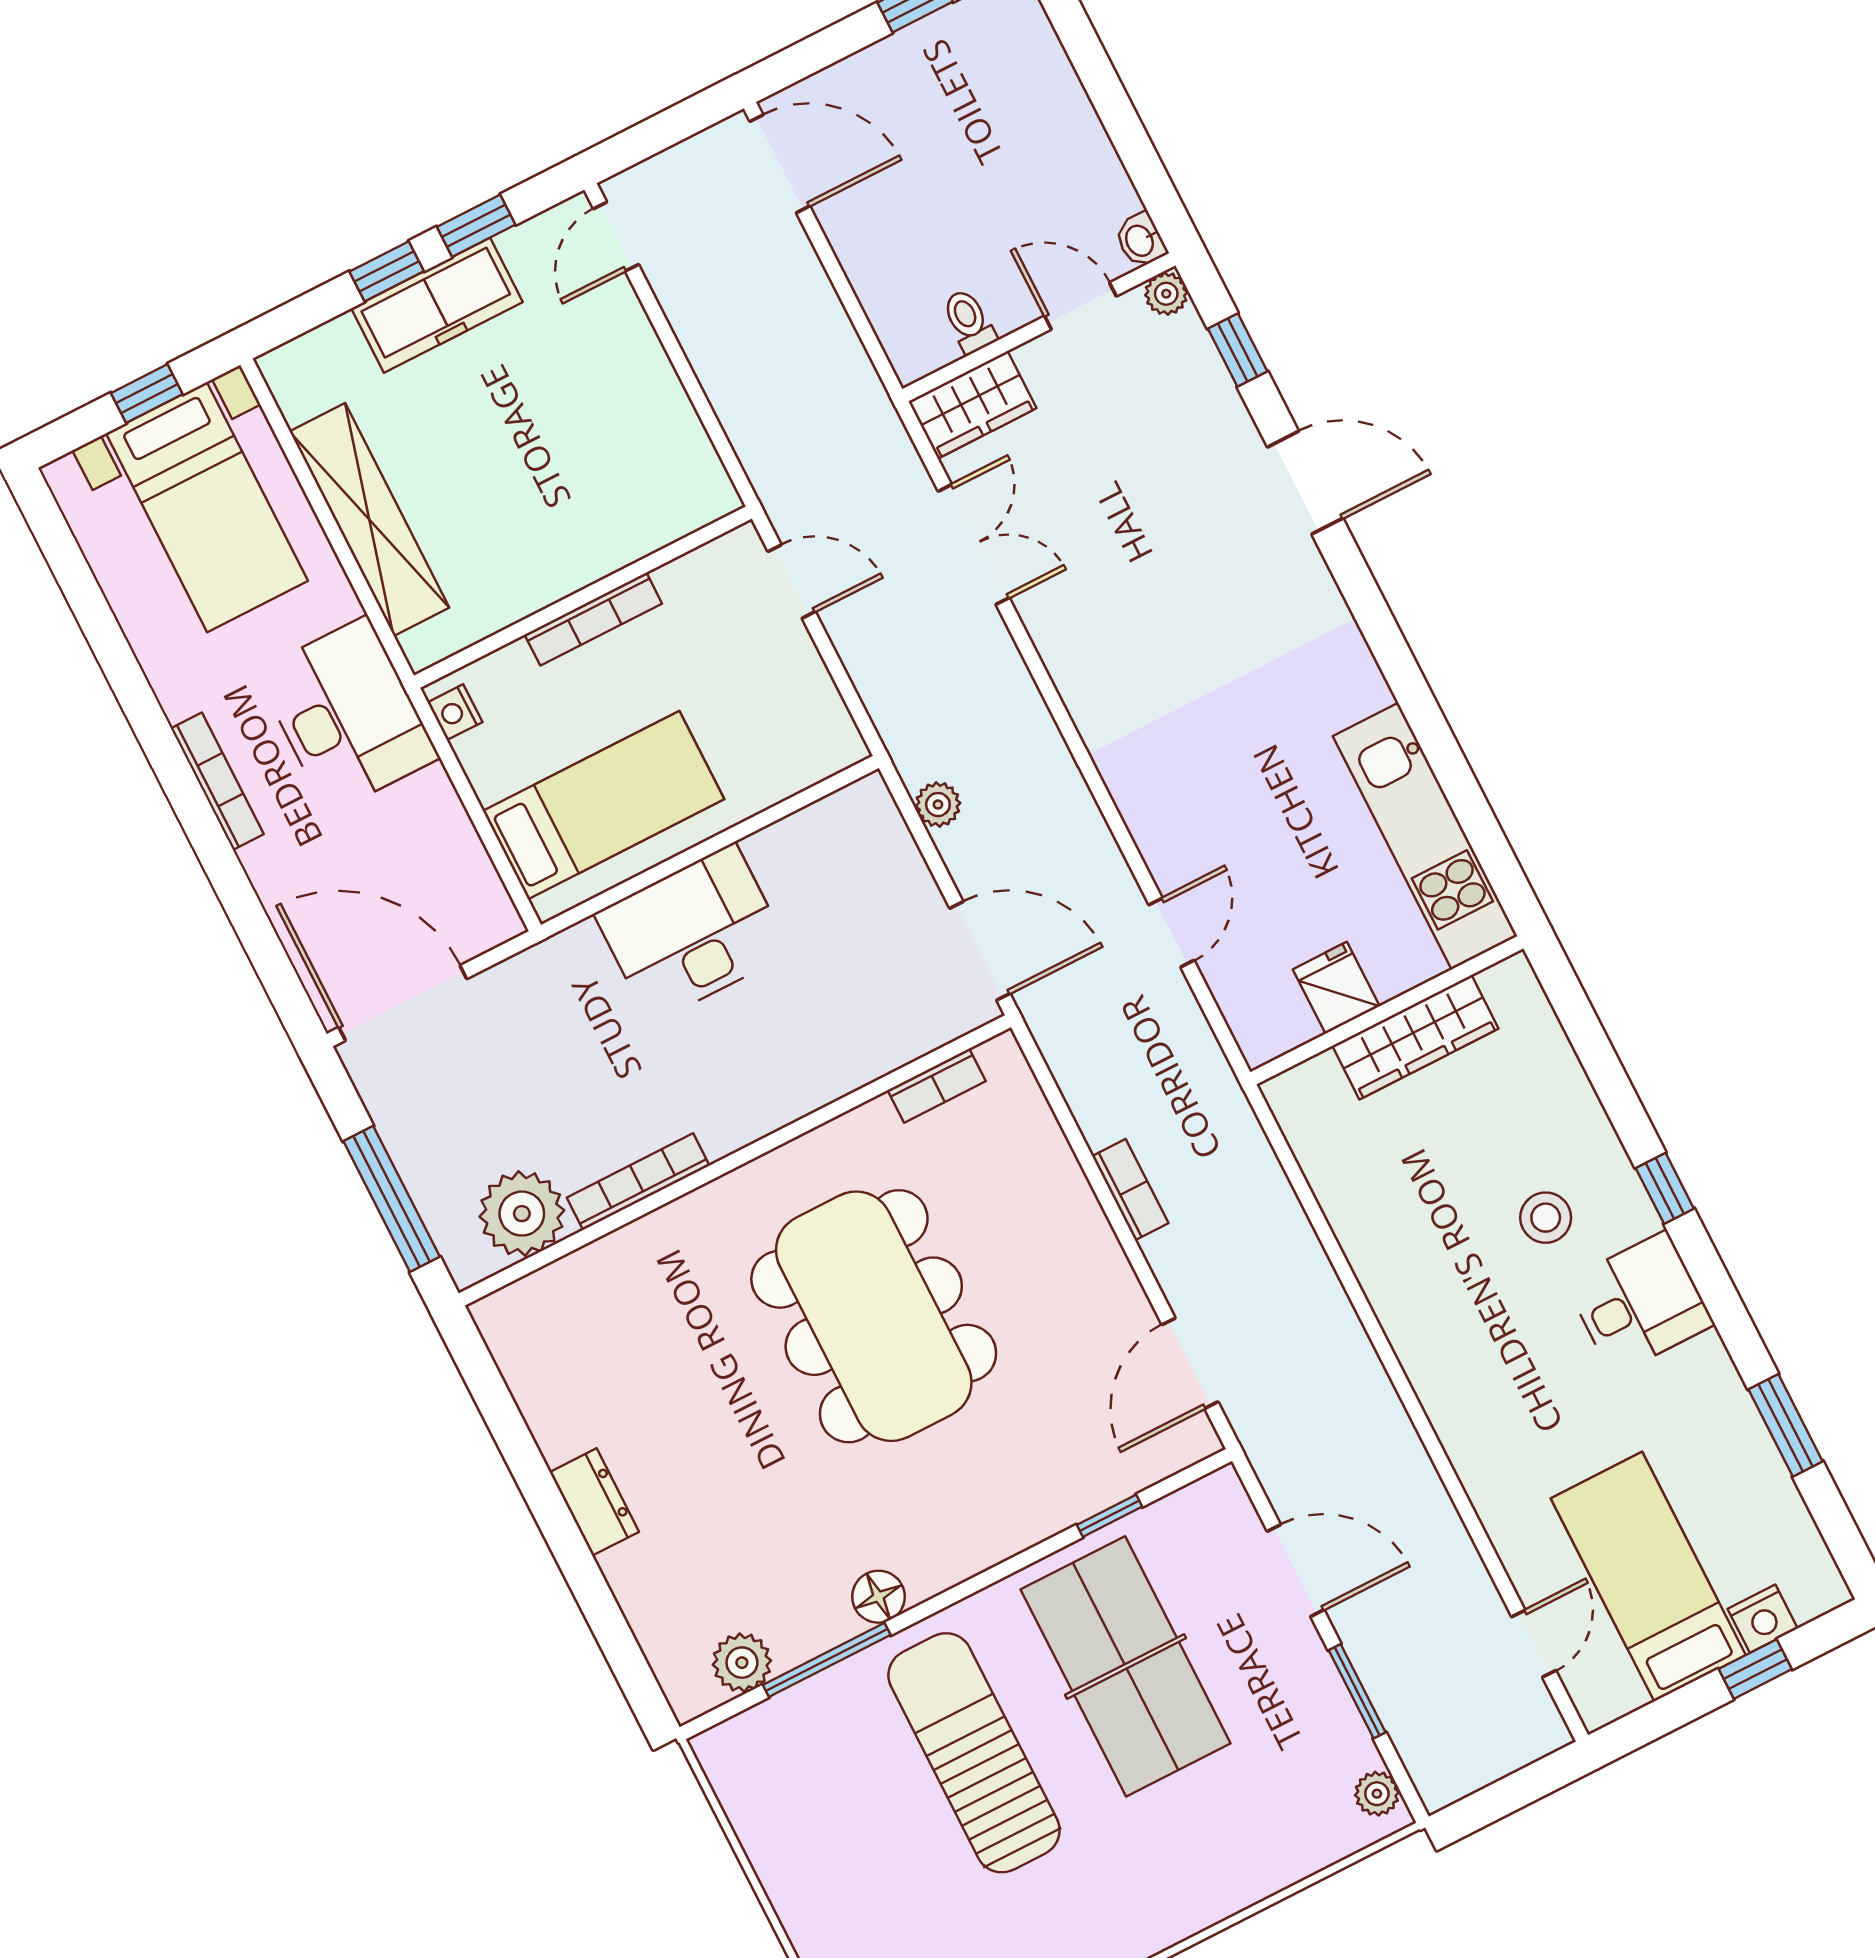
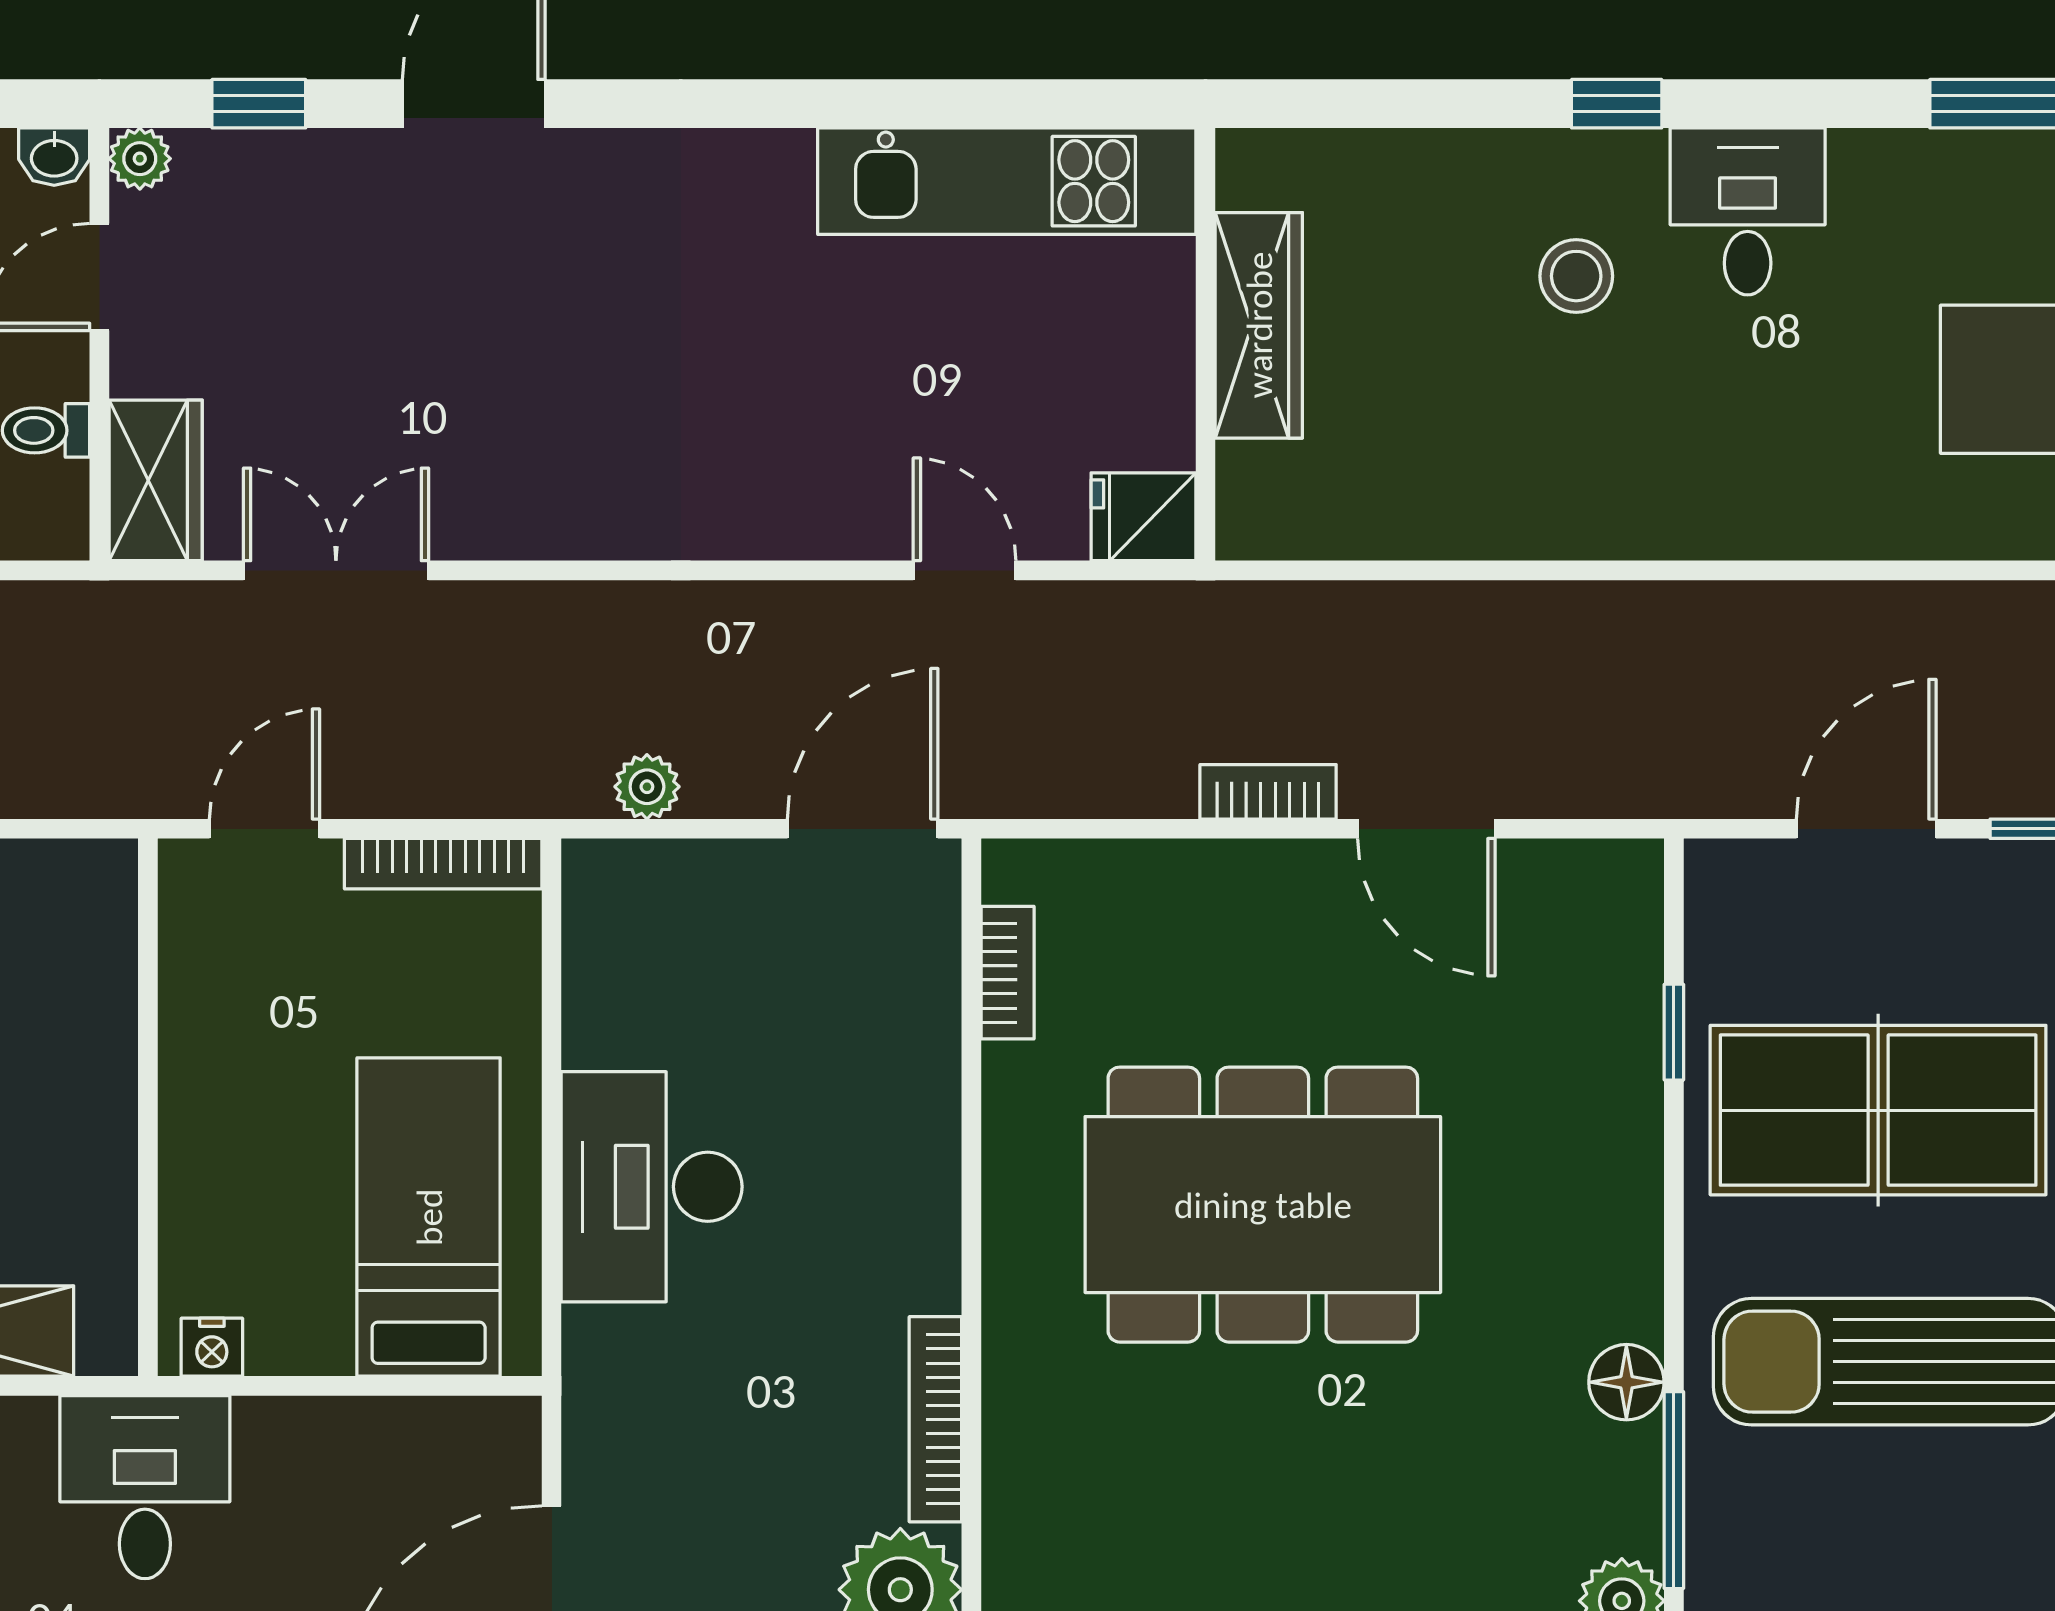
bookcase: (593, 619) -> (443, 864), moved, turned 90
desk: (348, 715) -> (145, 1487), width x0.73
fridge: (1336, 988) -> (1143, 517), moved
door: (1190, 1363) -> (1426, 829), moved

